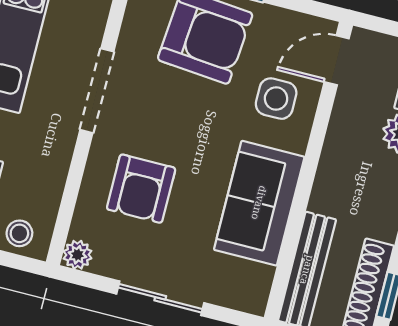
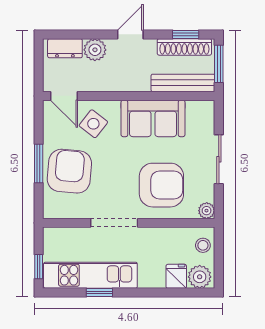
side table: (276, 99) -> (93, 124), turned 38
armchair: (141, 189) -> (161, 185), width x1.36, depth x1.36

